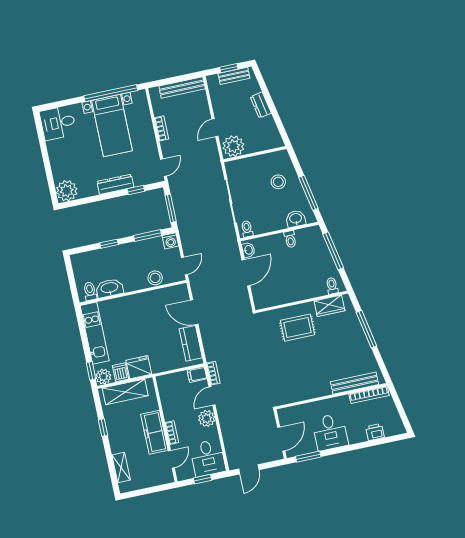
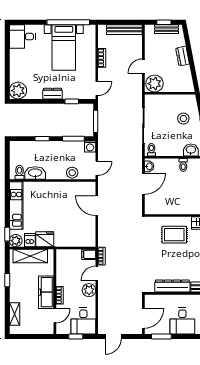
dresser: (115, 184) -> (53, 94), width x0.70
kitchen counter: (191, 343) -> (89, 229), removed
dresser: (309, 391) -> (172, 286), added

